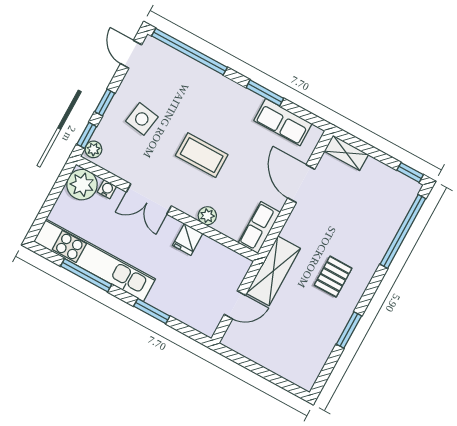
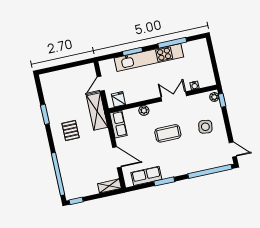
window: (105, 102) -> (226, 120), removed
plant: (82, 185) -> (206, 78), removed
fridge: (188, 239) -> (118, 99), moved
kitchen unit: (95, 260) -> (149, 57), moved

